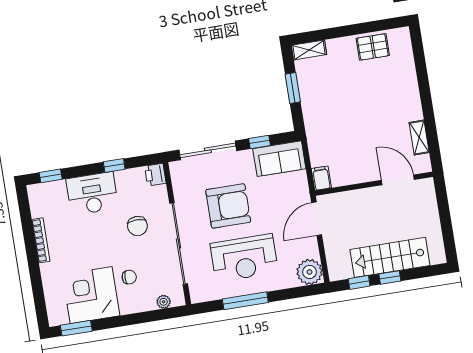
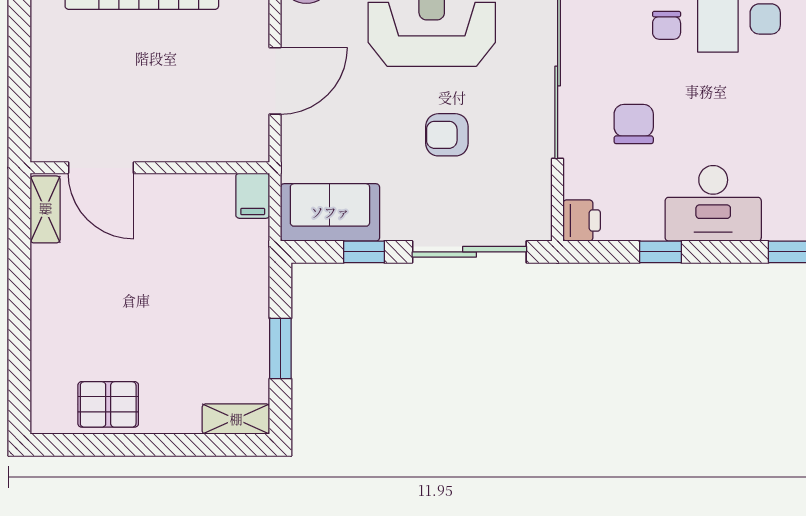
filing cabinet: (321, 178) -> (253, 196), moved
door: (398, 180) -> (101, 168), moved
wall: (374, 184) -> (150, 168), moved
armchair: (228, 206) -> (447, 135), width x0.53, depth x0.53
chair: (129, 277) -> (667, 25), turned -92

